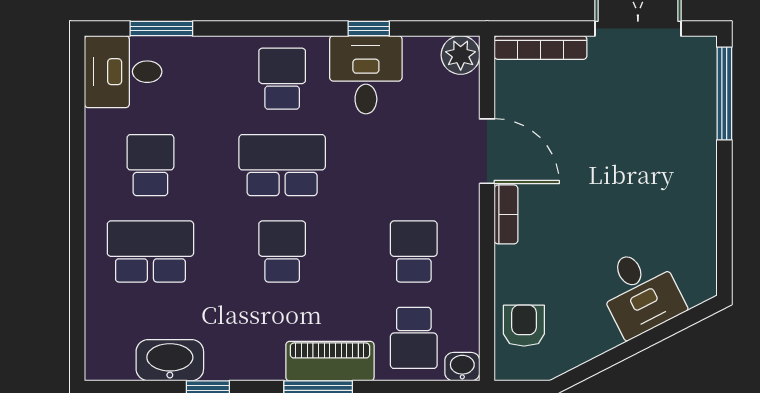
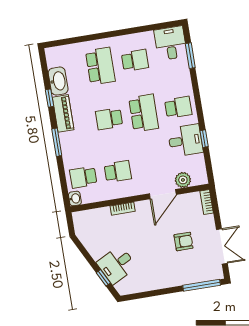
bookcase: (541, 48) -> (207, 202), width x0.64
plant: (461, 55) -> (183, 180), moved
bookcase: (506, 214) -> (123, 209), moved
school desk: (282, 251) -> (109, 119), turned 180
armchair: (524, 326) -> (183, 241), moved
window: (667, 329) -> (103, 278), added
piano: (330, 361) -> (63, 113), moved

